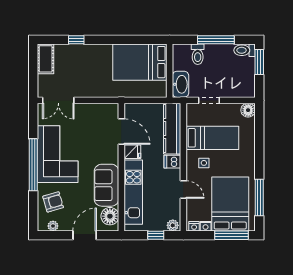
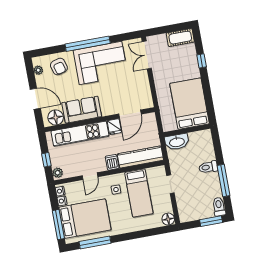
bed: (140, 62) -> (190, 104), moved
wall: (170, 71) -> (187, 130), moved
washbasin: (181, 84) -> (177, 142), moved

